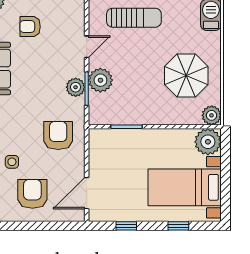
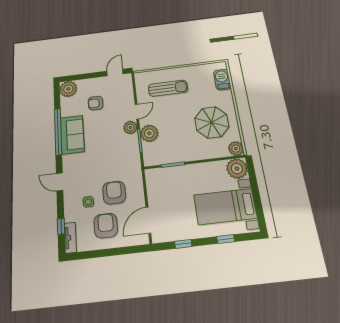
plant: (76, 87) -> (130, 127), moved
armchair: (58, 136) -> (114, 193), moved

